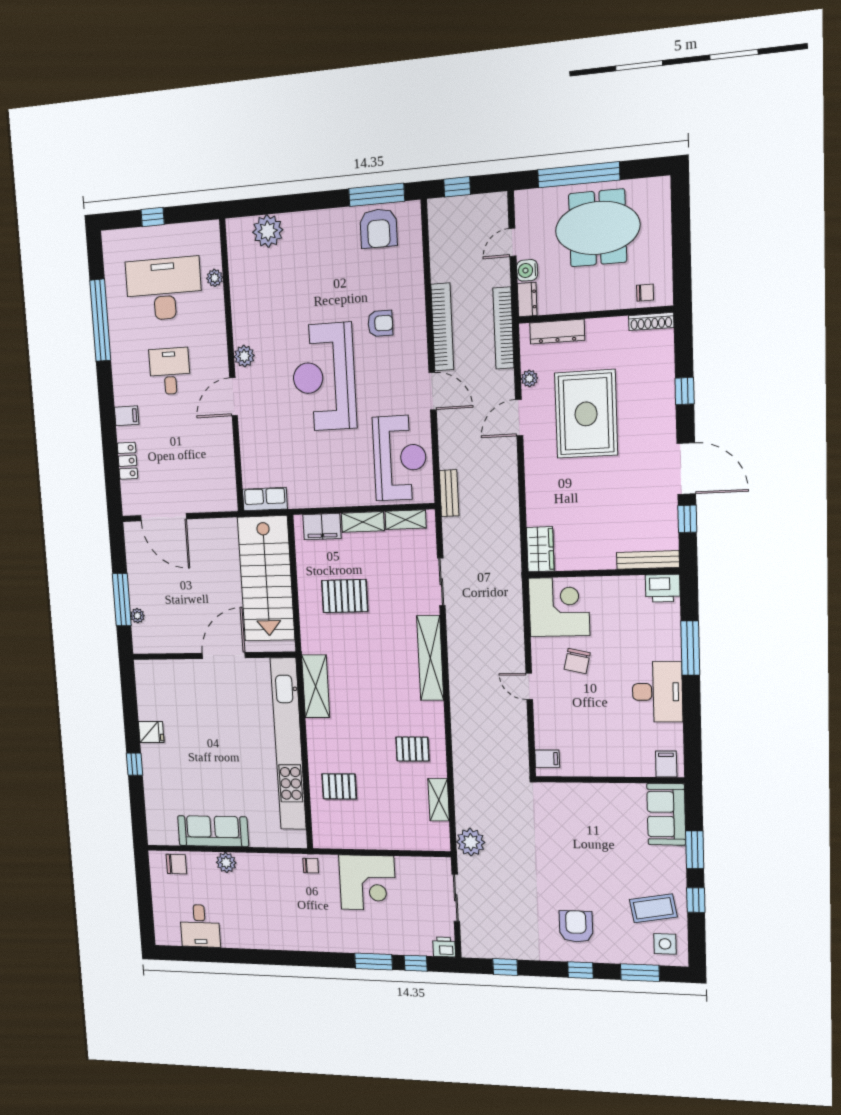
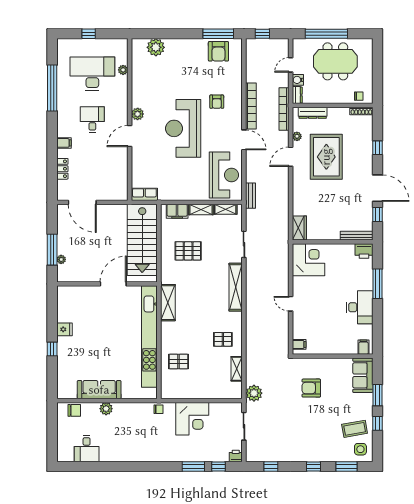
armchair: (380, 323) -> (217, 102), turned 90
chair: (577, 661) -> (317, 290), removed
armchair: (576, 926) -> (311, 388), moved, turned -90

